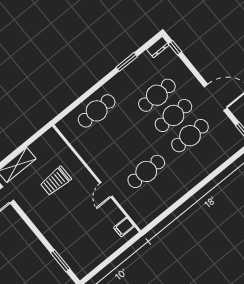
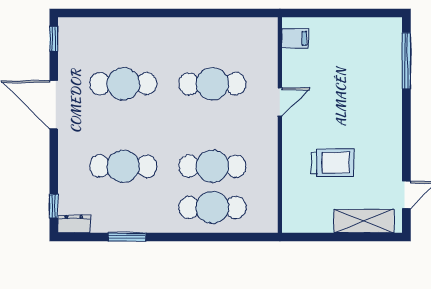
cafe table: (173, 115) -> (212, 166), moved
window: (60, 261) -> (406, 61), width x1.44

